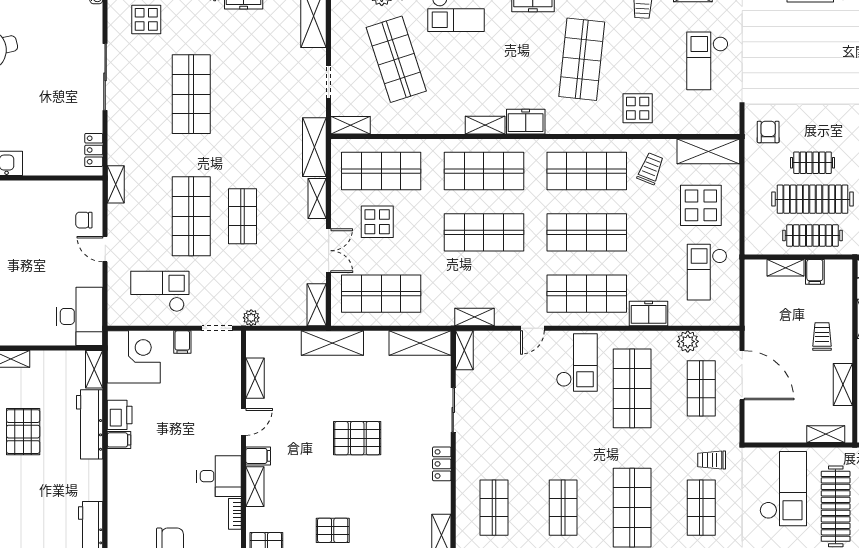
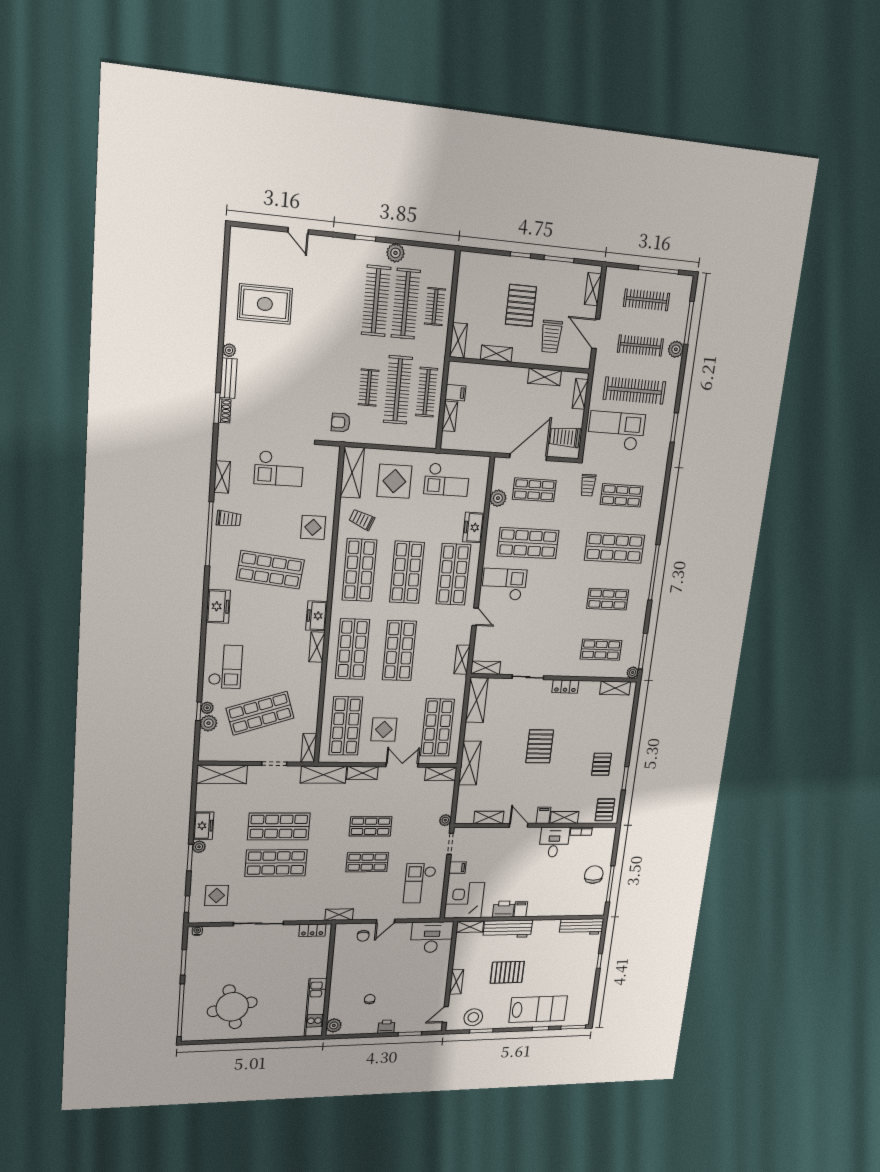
shop shelf: (242, 94) -> (279, 826), added
shop shelf: (191, 216) -> (367, 862), width x0.70, depth x0.74
trolley: (822, 337) -> (565, 437), moved, width x1.36, depth x1.39

